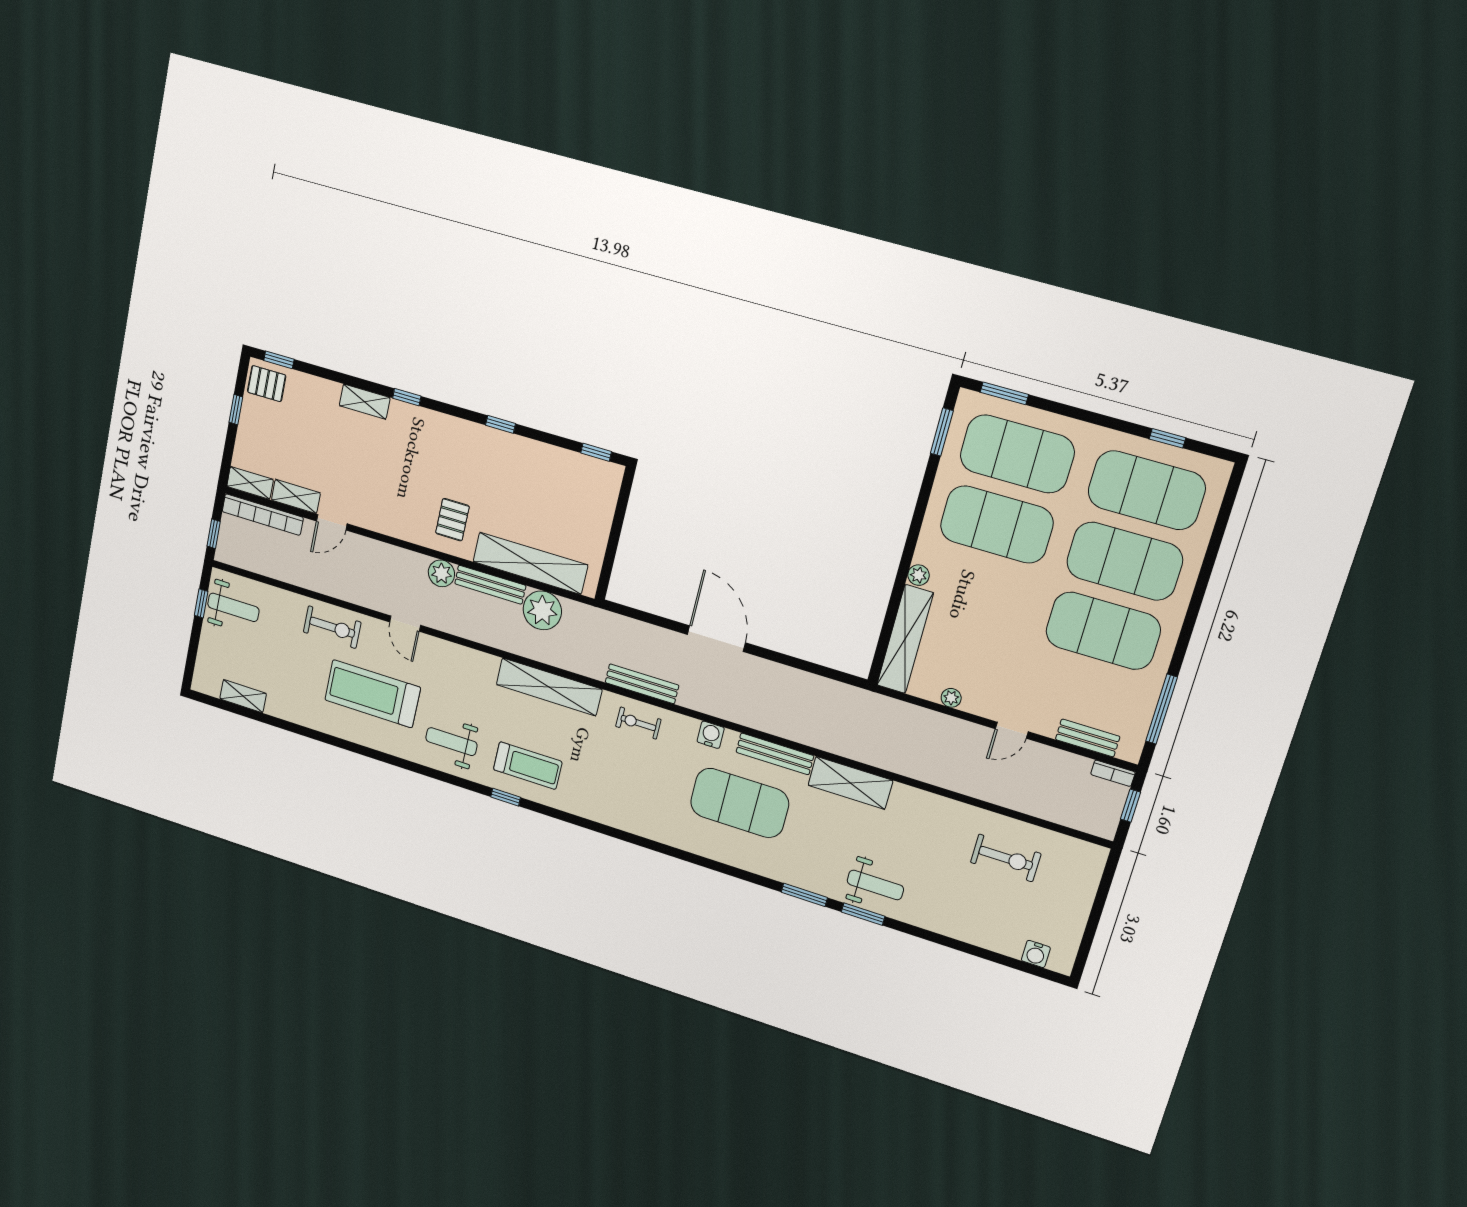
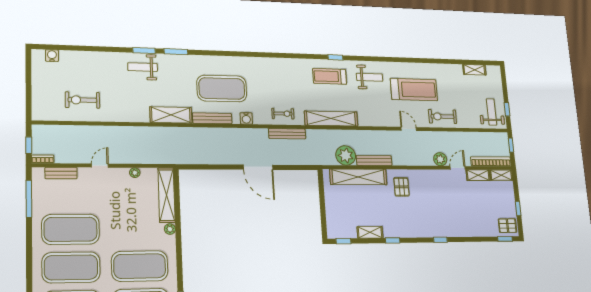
shelving: (365, 402) -> (370, 232), moved
plant: (441, 573) -> (440, 159), moved
weight bench: (233, 607) -> (491, 112), turned 90

